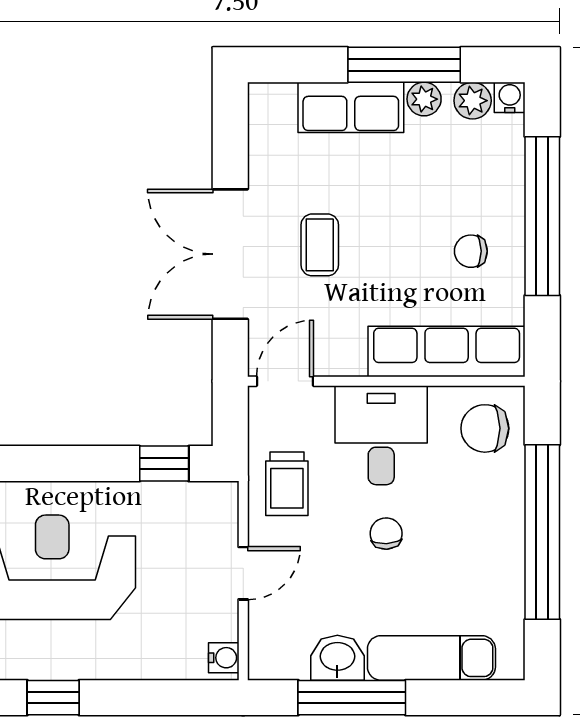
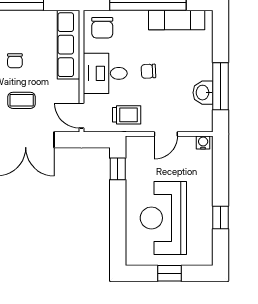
chair: (471, 251) -> (15, 61), moved
door: (243, 573) -> (166, 134), swing flipped
exam couch: (431, 658) -> (177, 20), moved, turned -90

